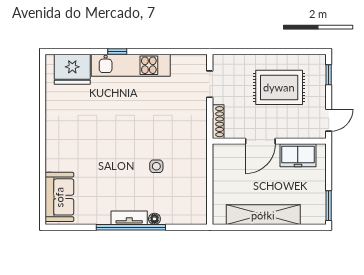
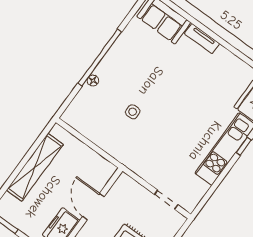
shoe rack: (218, 122) -> (132, 185), removed
tv unit: (129, 218) -> (202, 39), moved, turned 90

